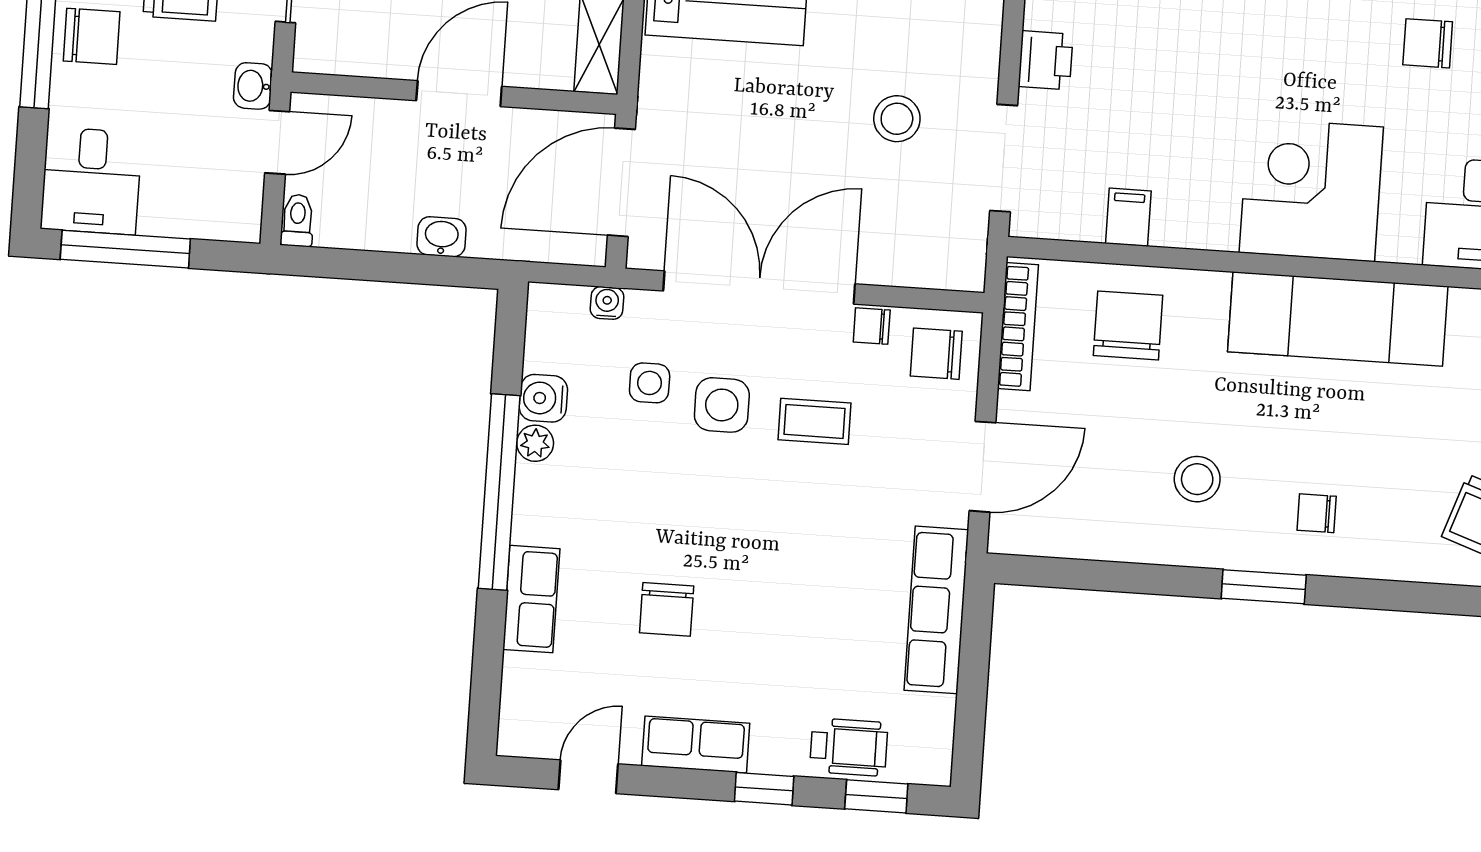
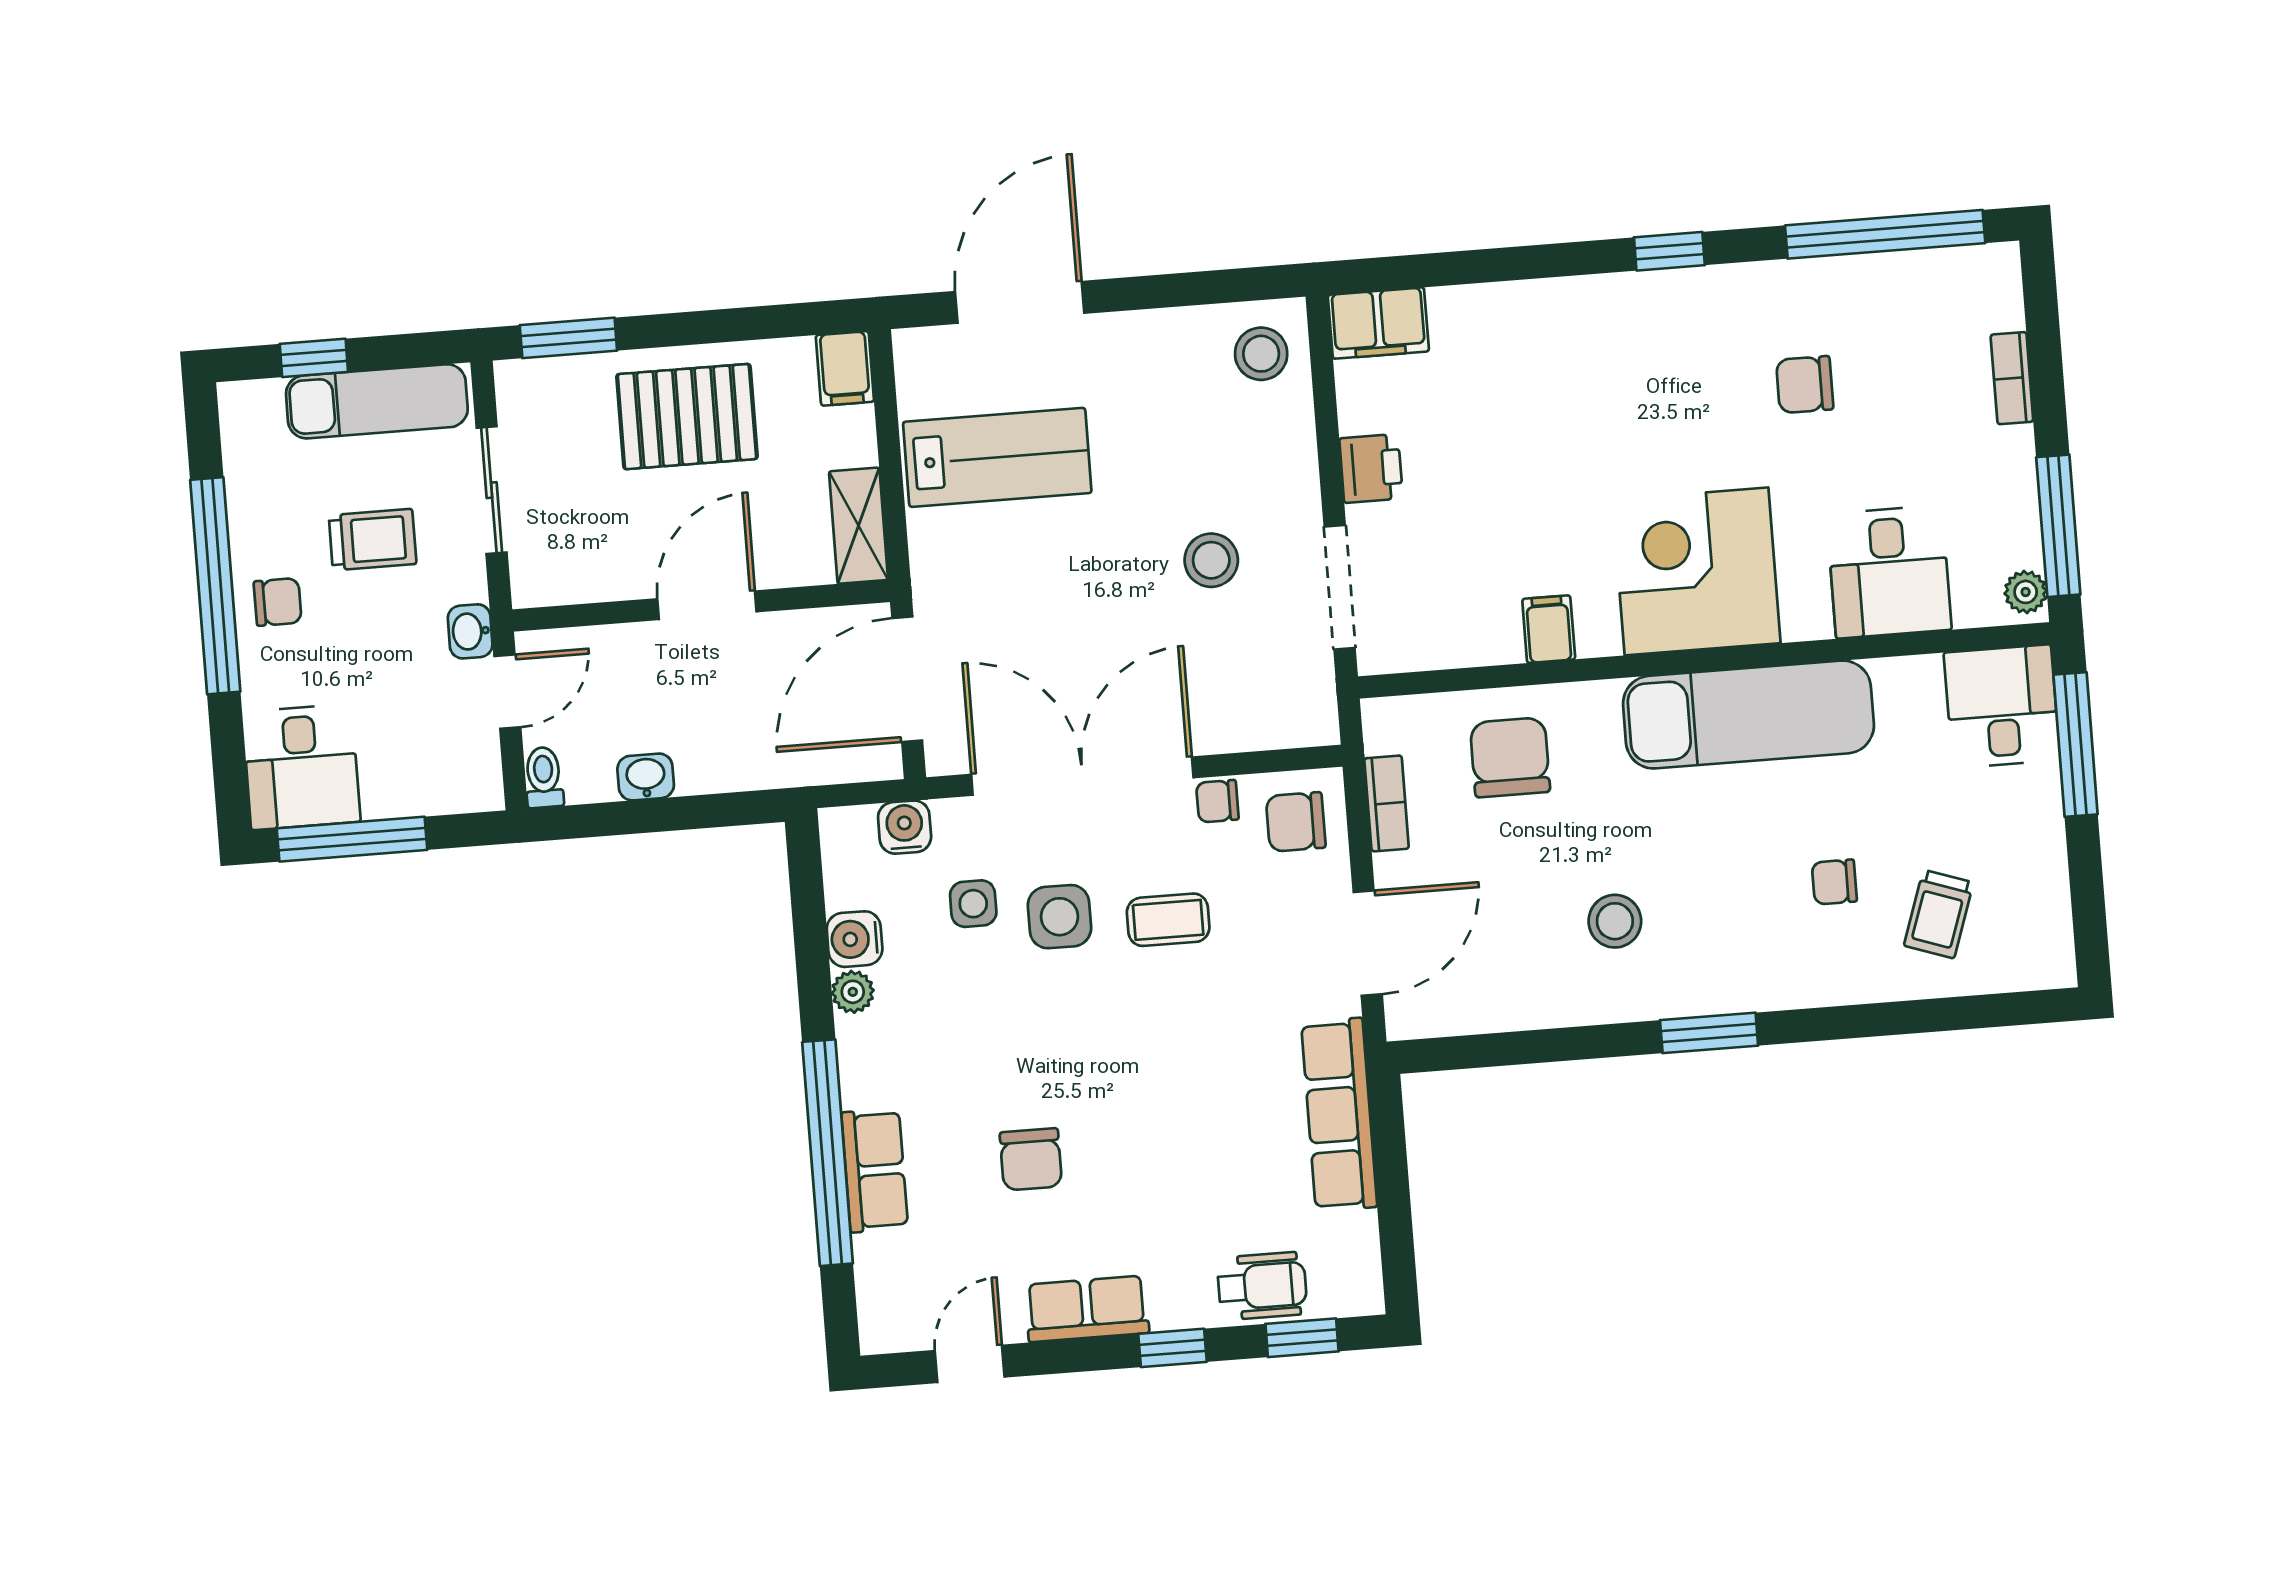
chair: (92, 36) -> (278, 602), width x0.73, depth x0.73
filing cabinet: (1128, 217) -> (1549, 629), moved
washbasin: (442, 237) -> (646, 777), moved
water cooler: (607, 303) -> (905, 827), width x1.38, depth x1.38
bookcase: (1018, 327) -> (1387, 803), width x0.64
window: (499, 492) -> (828, 1153), moved
chair: (1317, 513) -> (1834, 882), moved

